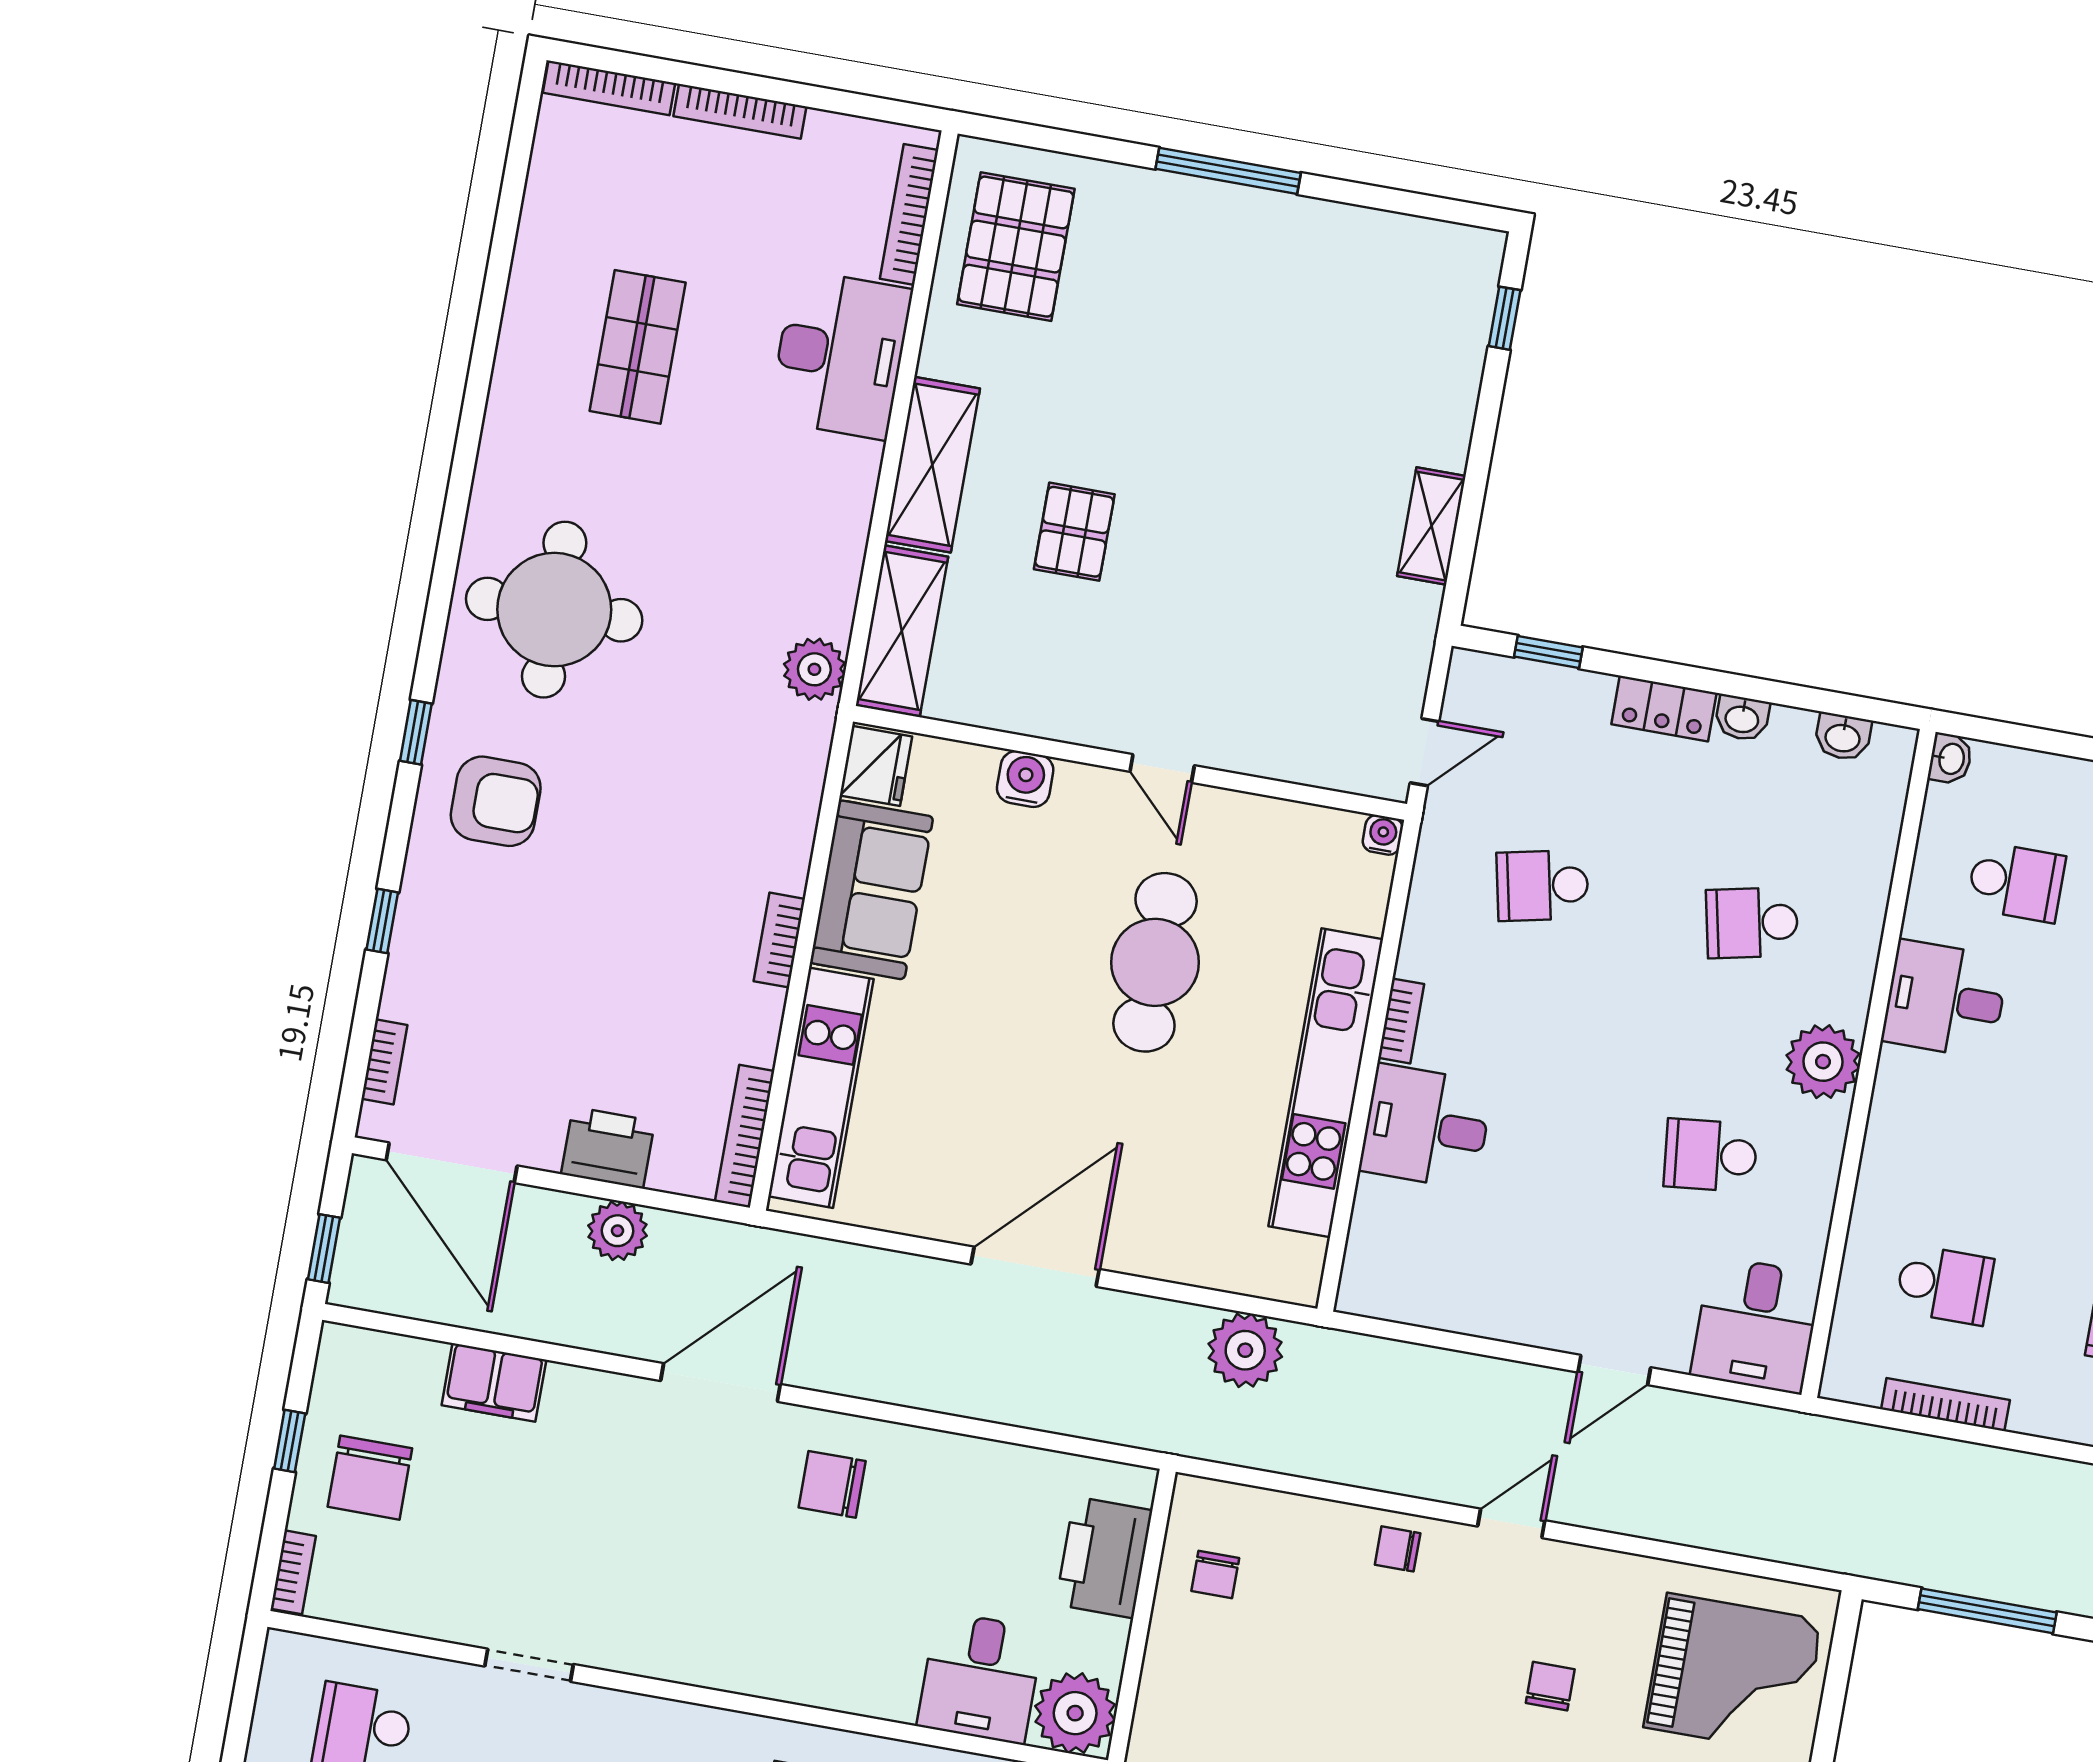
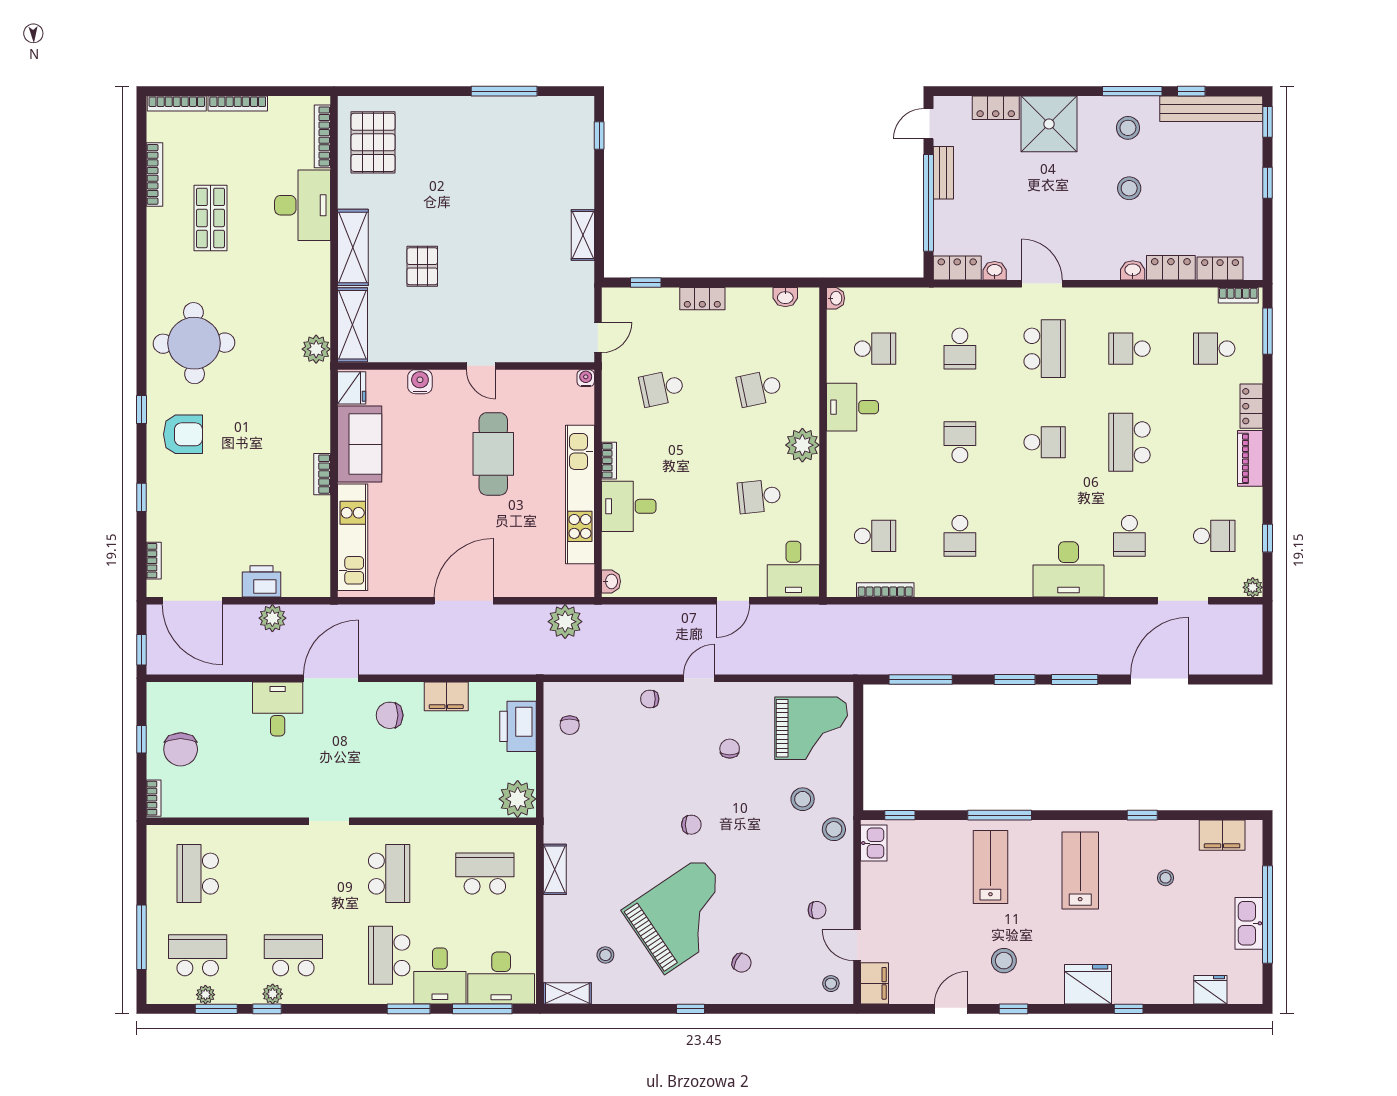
window: (1228, 171) -> (504, 91), moved
washbasin: (1742, 718) -> (611, 581), moved, turned -90
bookcase: (745, 1136) -> (154, 174), moved, turned 180
filing cabinet: (494, 1382) -> (446, 696), moved
doorway: (529, 1665) -> (329, 821), moved
desk: (980, 1678) -> (278, 709), moved, turned 180

